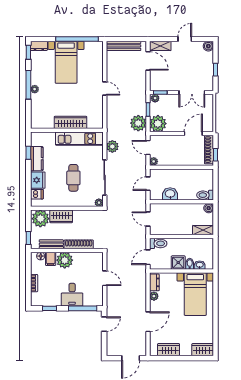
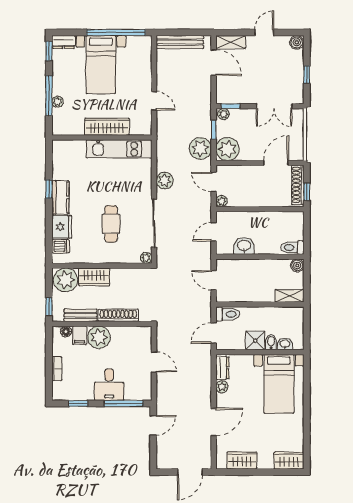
wardrobe: (70, 122) -> (107, 127), moved
wall: (67, 130) -> (102, 138), moved
kitchen unit: (79, 139) -> (119, 149), moved

